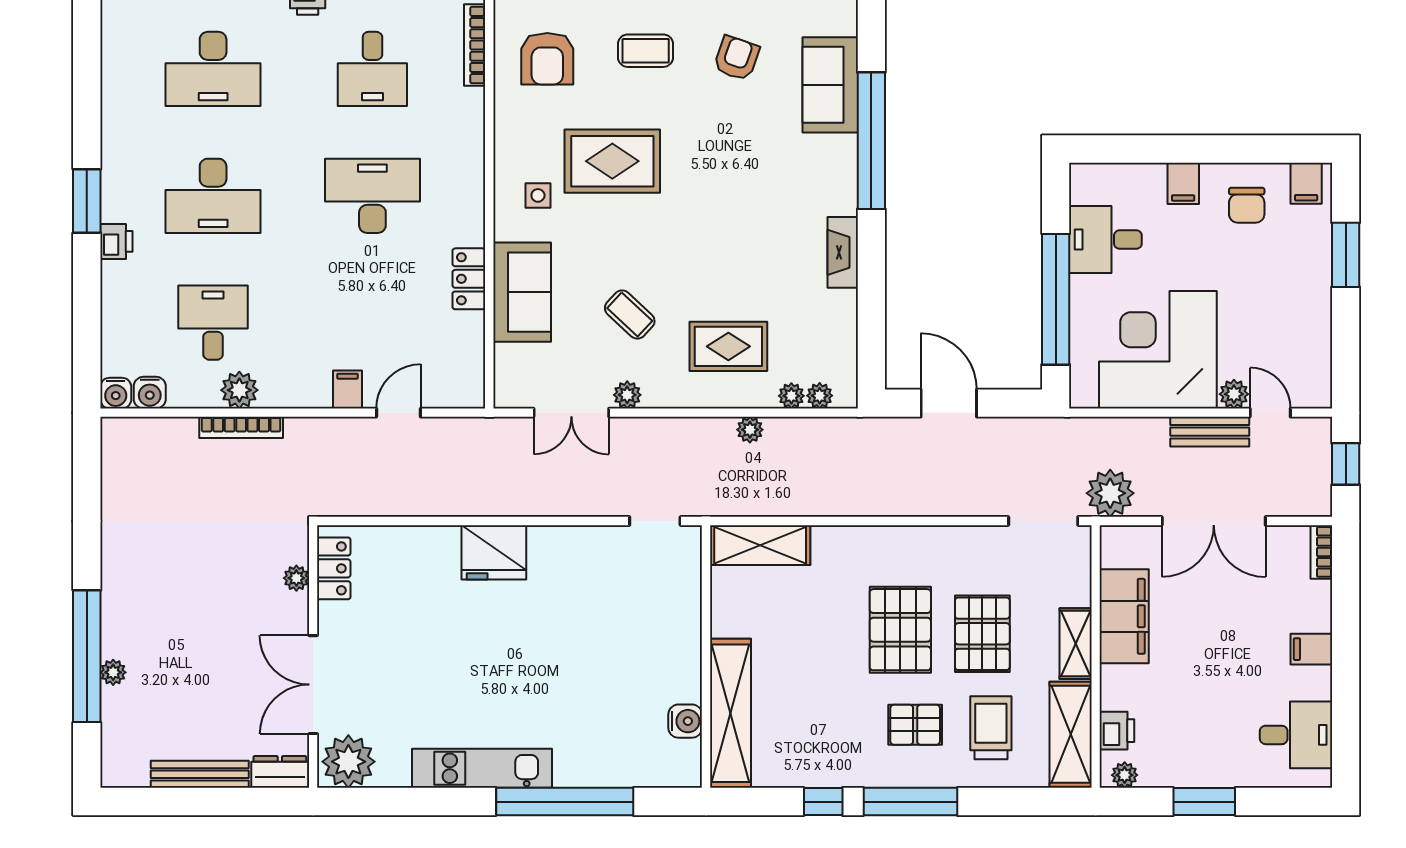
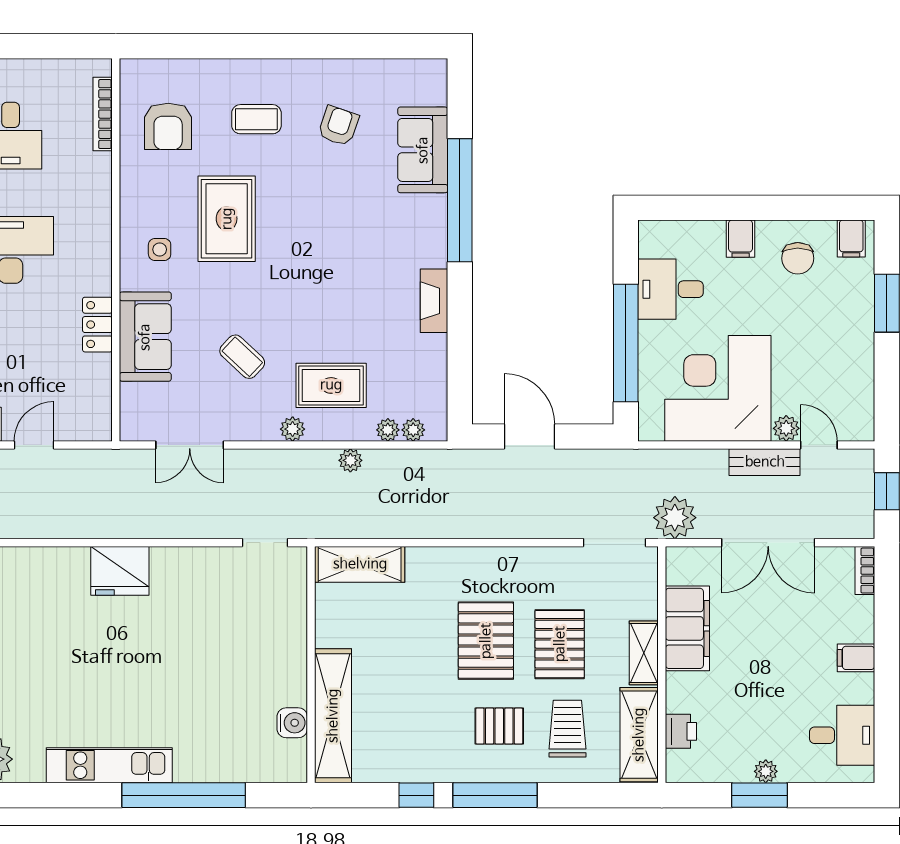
rug: (612, 161) -> (227, 219), turned 90
plant: (627, 395) -> (293, 429), moved
plant: (1125, 775) -> (766, 771), moved

